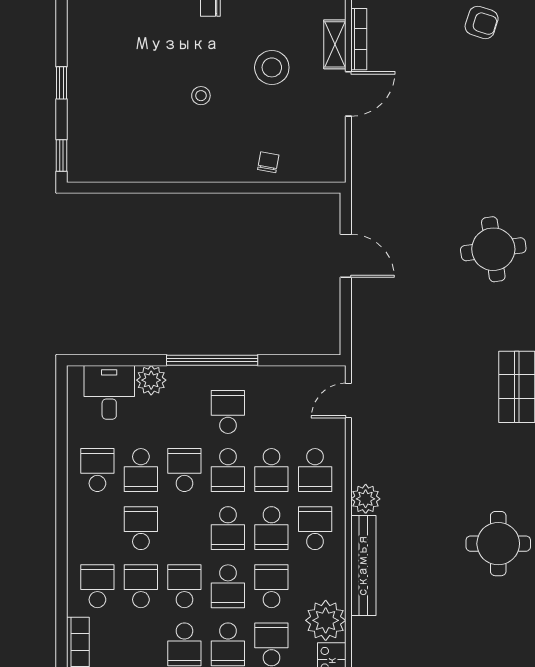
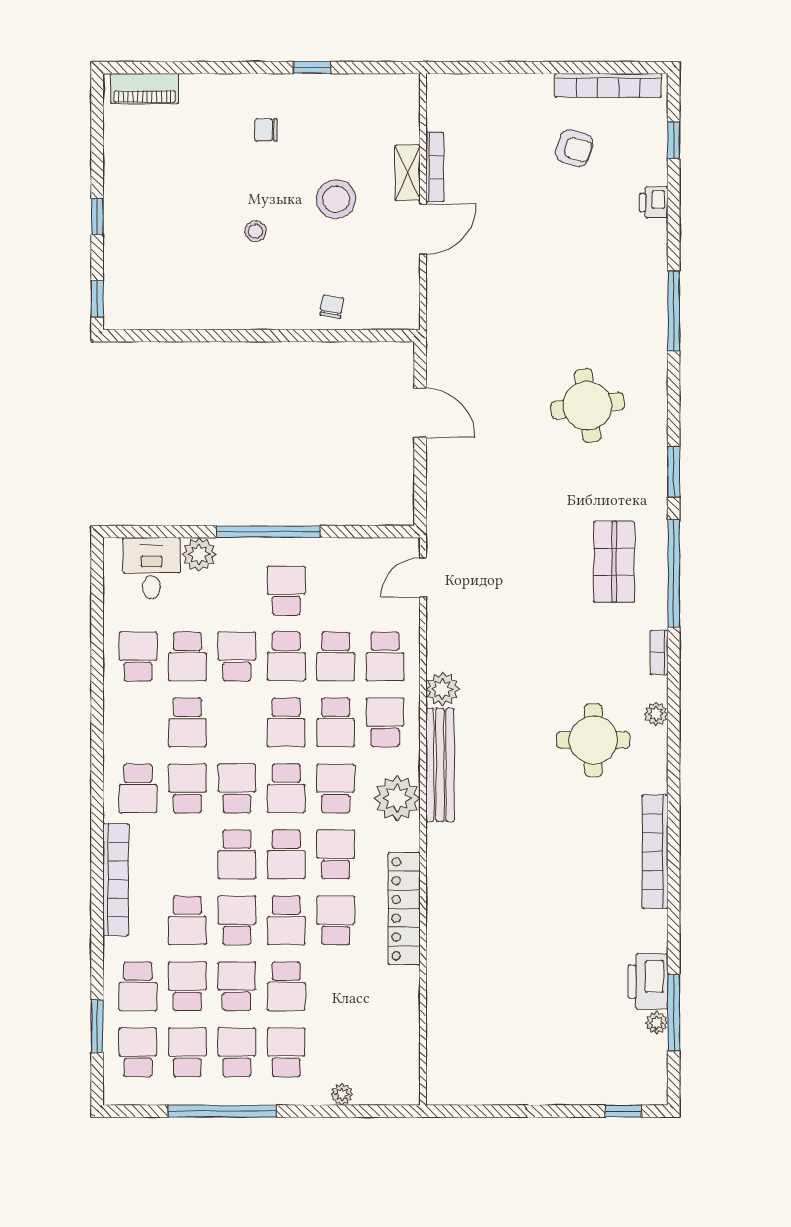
school desk: (141, 528) -> (187, 722), turned 180
school desk: (97, 586) -> (138, 788), turned 180
plant: (326, 620) -> (397, 798), moved

